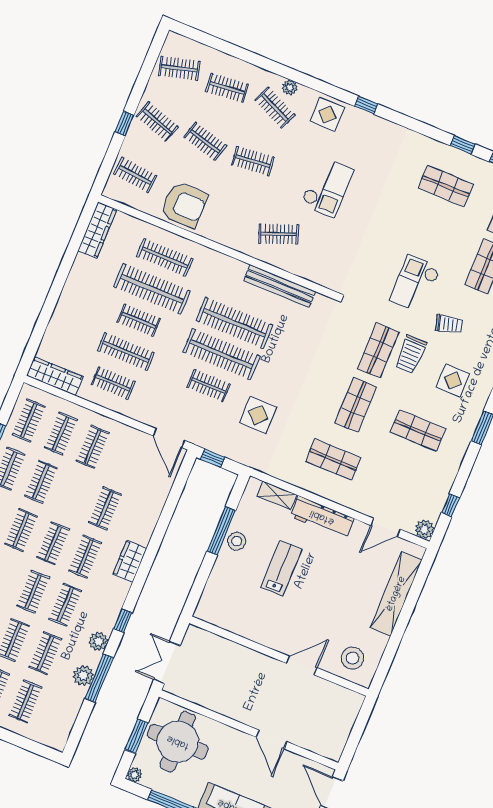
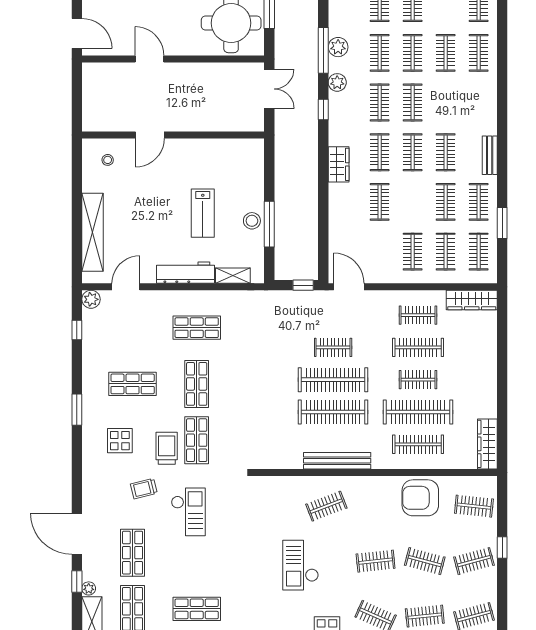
clothes rail: (157, 122) -> (474, 561), turned -33
bench: (280, 286) -> (337, 461), moved
display table: (258, 415) -> (279, 340), removed
stool: (353, 658) -> (108, 160), width x0.53, depth x0.53

